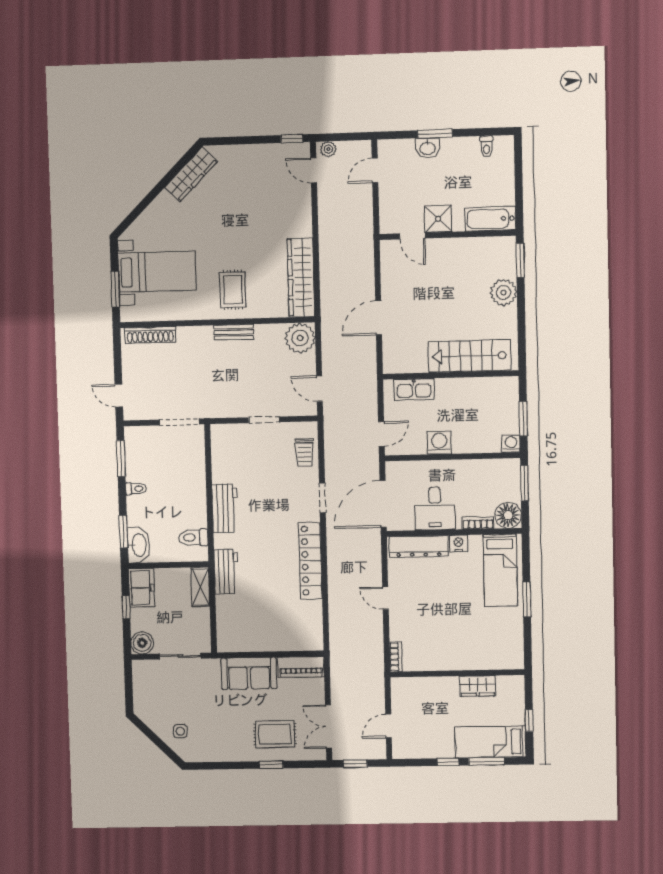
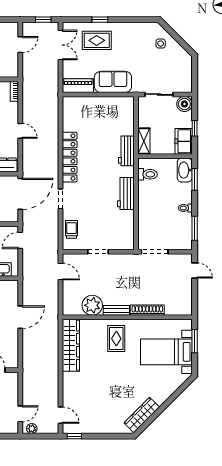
plant: (328, 149) -> (32, 429), moved
shoe rack: (150, 335) -> (147, 310), moved
plant: (300, 338) -> (92, 305), moved

